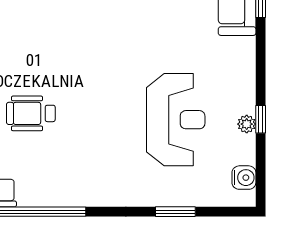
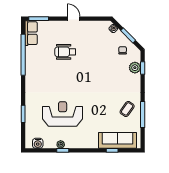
wheelchair: (31, 113) -> (65, 52), turned -90
reception desk: (176, 120) -> (63, 114), turned 180

